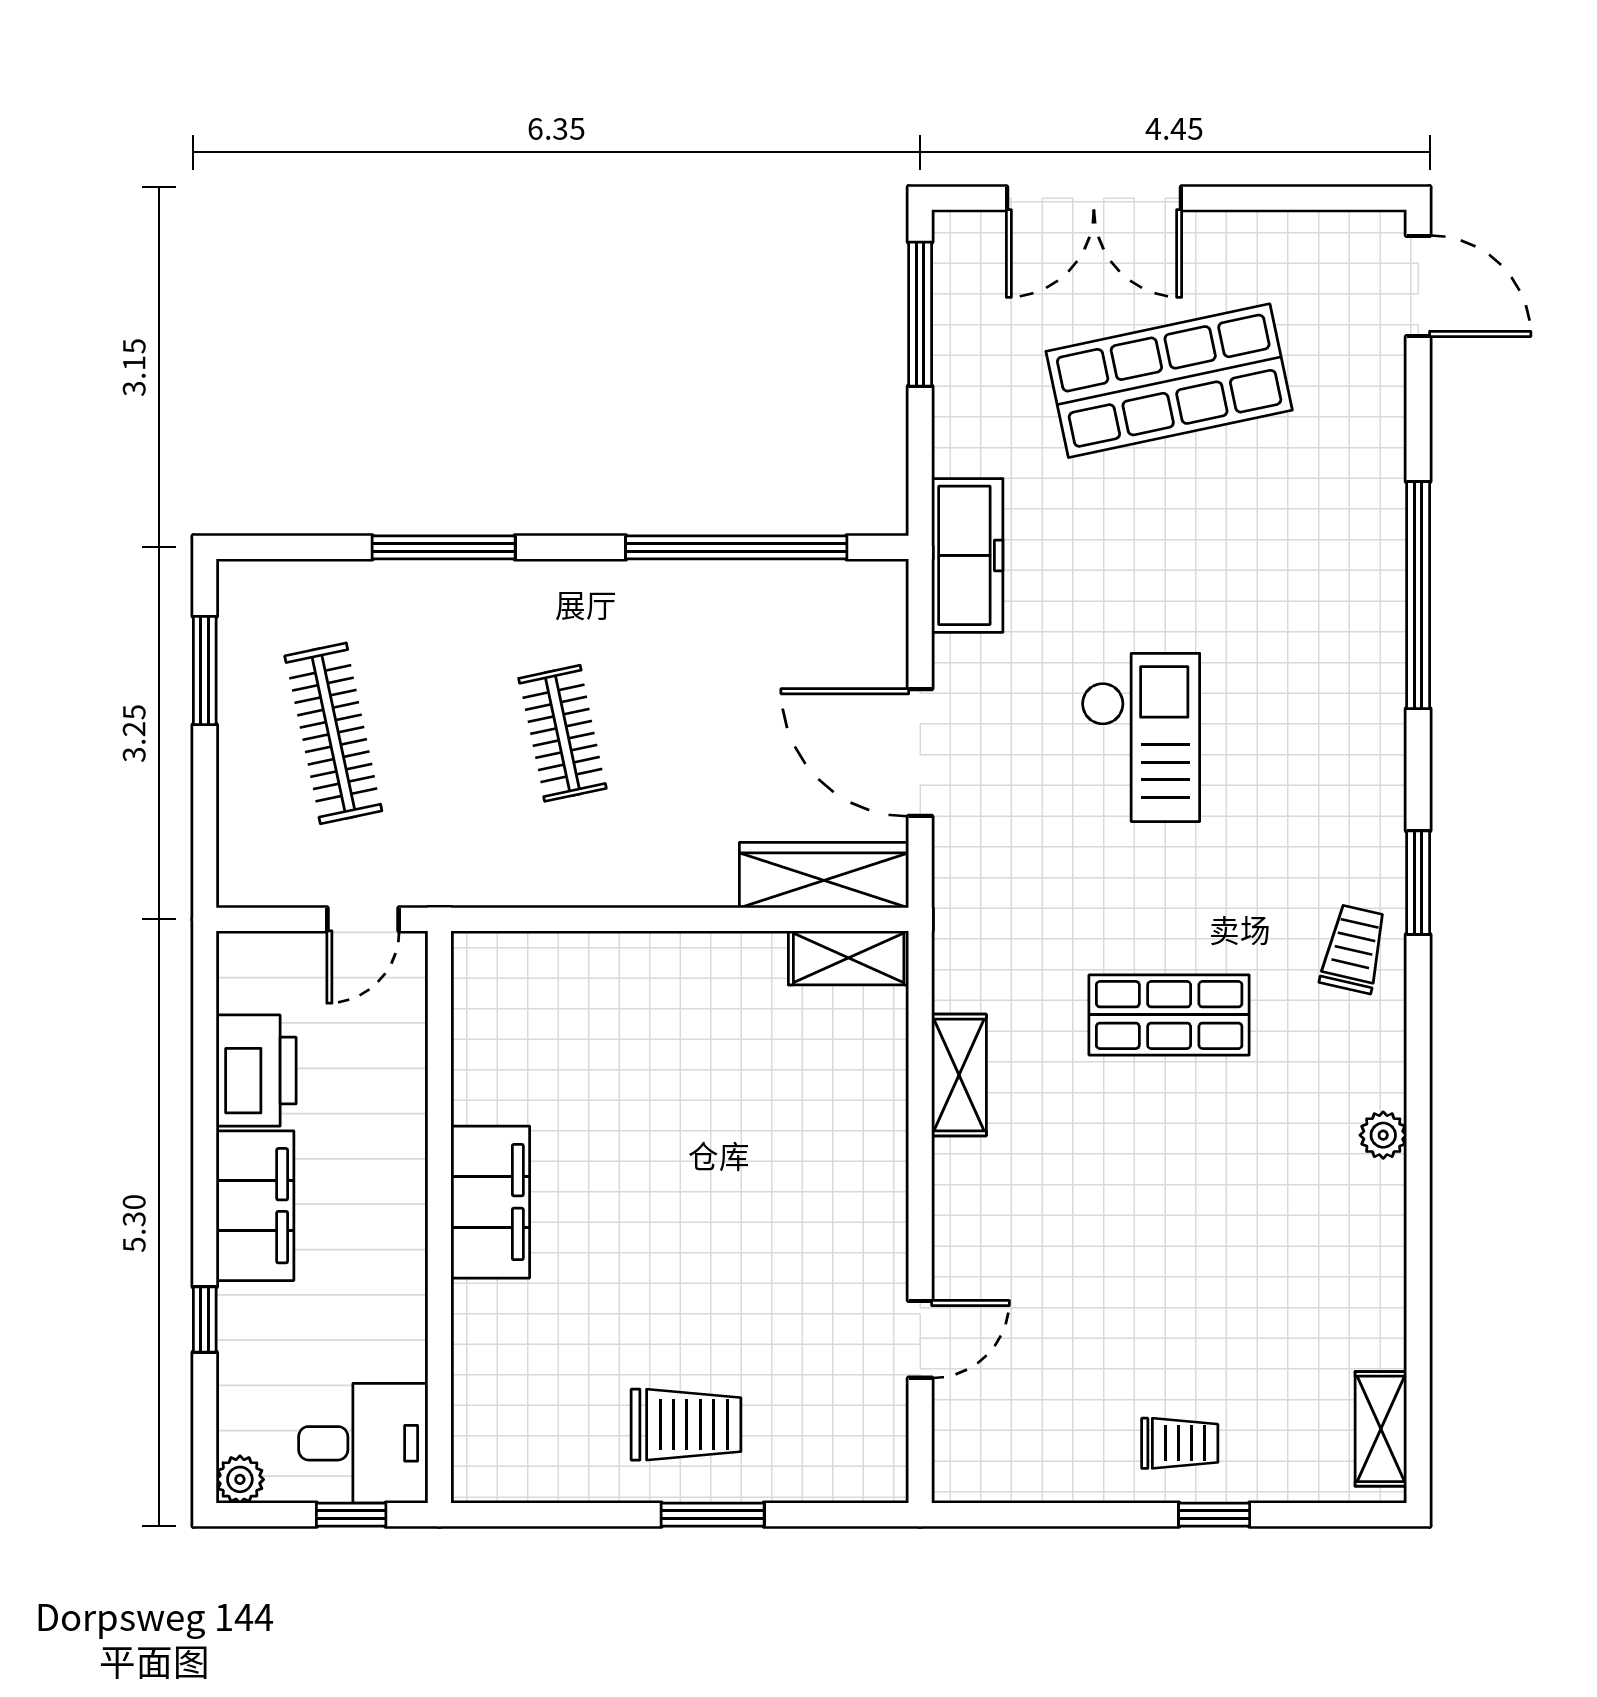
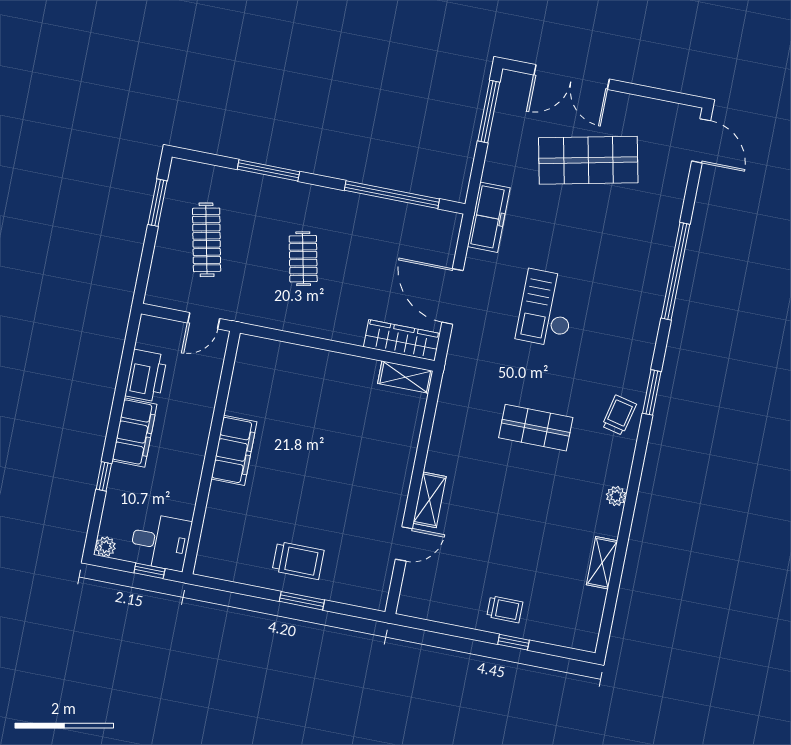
checkout: (1141, 737) -> (547, 308), turned 180
shelving: (959, 1075) -> (430, 500), moved
shelving: (1381, 1429) -> (602, 563), moved

